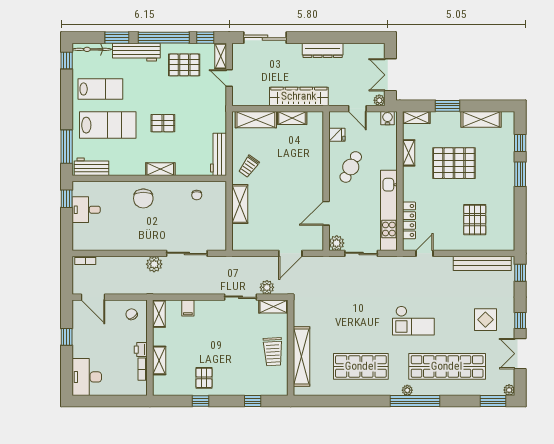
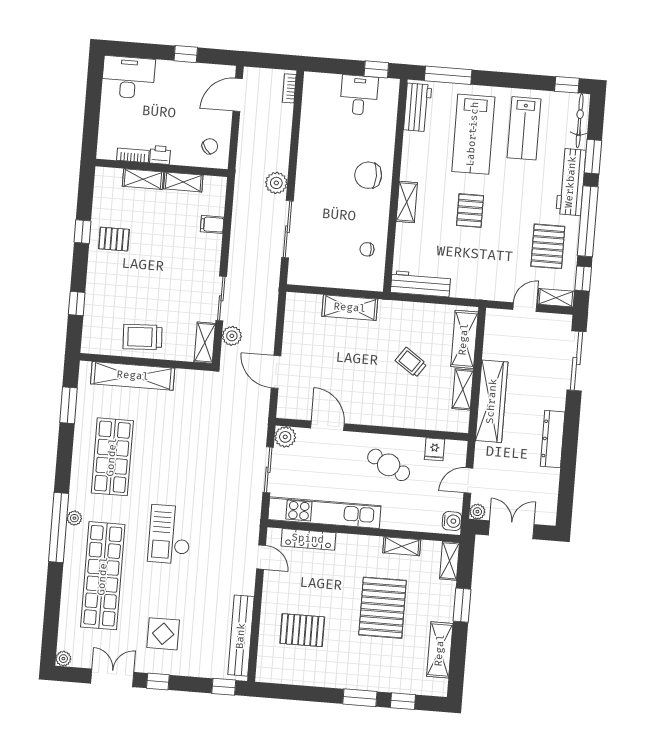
trolley: (249, 166) -> (411, 362), moved
shelving: (159, 314) -> (183, 182), moved
window: (493, 401) -> (68, 405), moved

